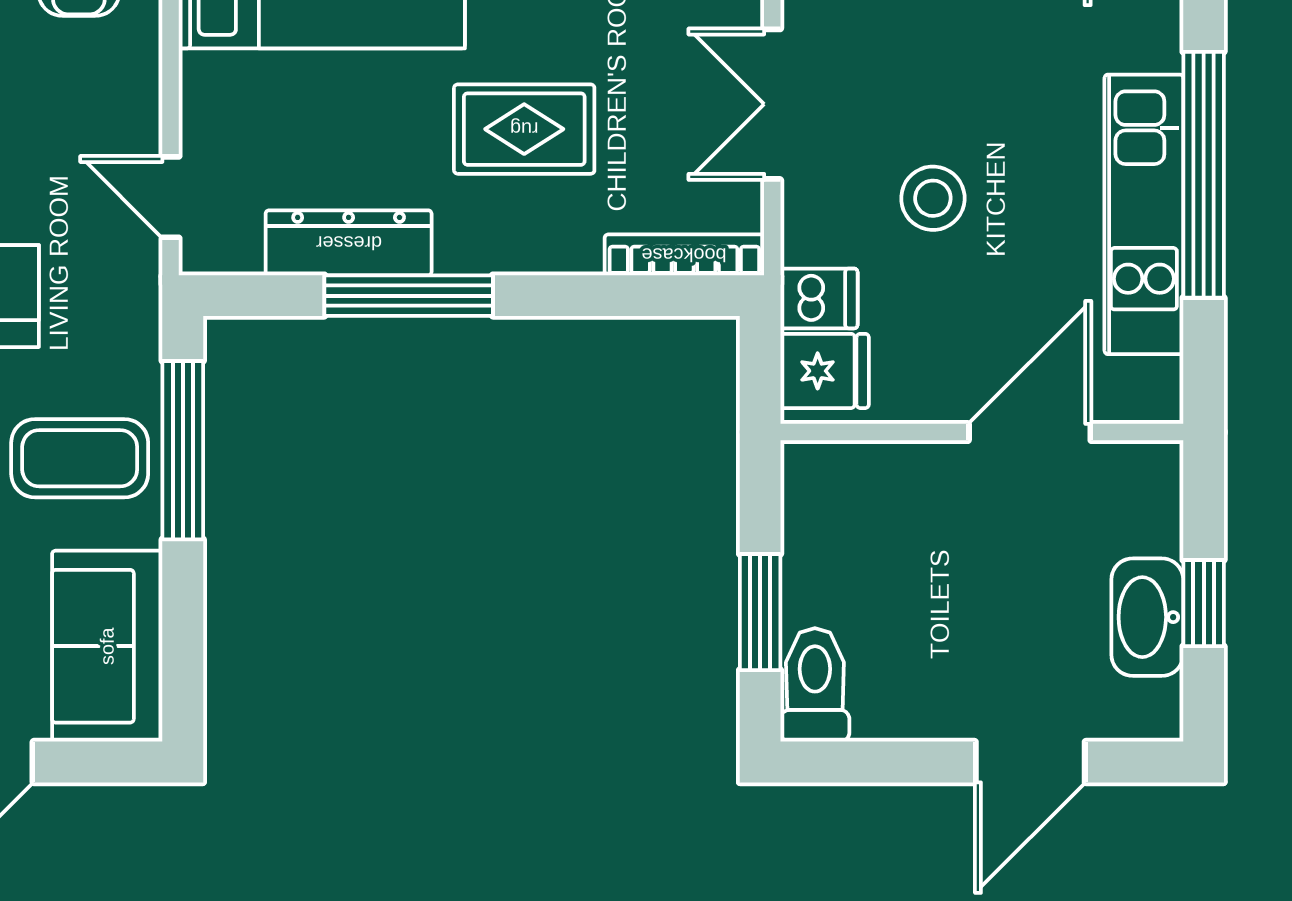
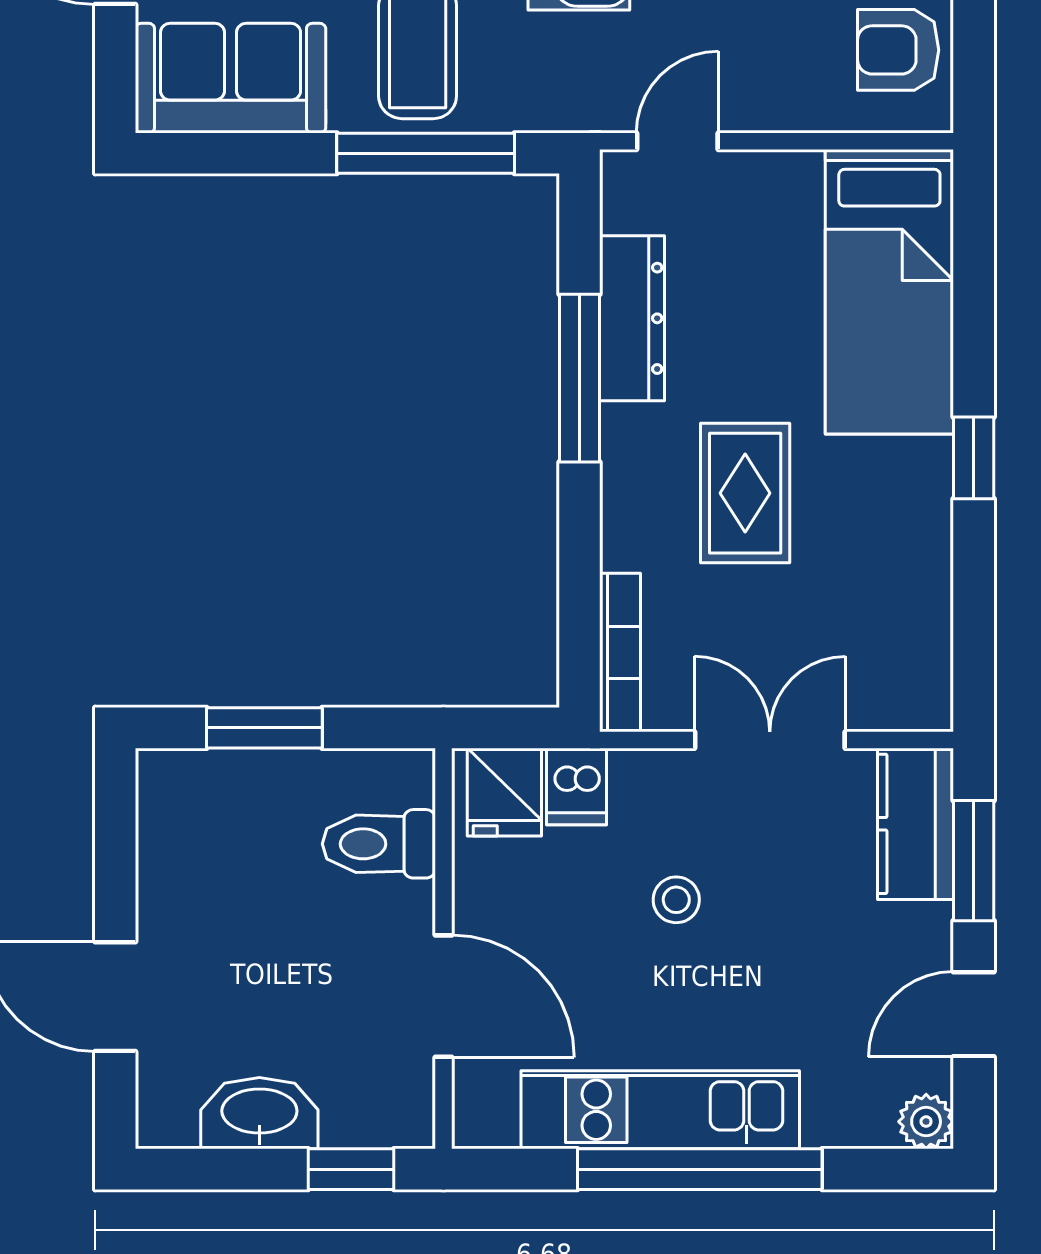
stool: (933, 198) -> (676, 900), width x0.73, depth x0.73
window: (1204, 603) -> (351, 1169), moved
toilet: (815, 685) -> (379, 844), moved, turned 180

